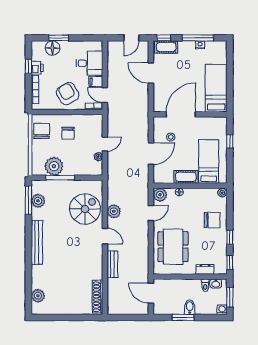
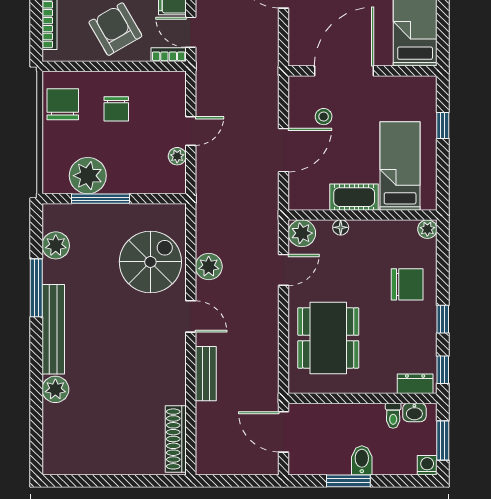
window: (28, 200) -> (36, 288), moved
dresser: (205, 269) -> (415, 384), moved
plant: (38, 296) -> (55, 389), moved

